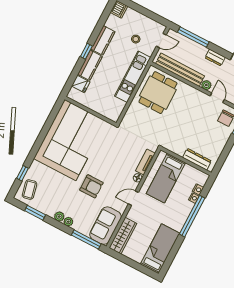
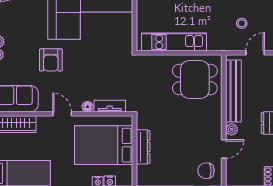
door: (161, 41) -> (255, 53), swing flipped
kitchen unit: (133, 77) -> (174, 42), moved
dresser: (197, 159) -> (143, 147), moved
bed: (166, 178) -> (104, 145), width x1.50

